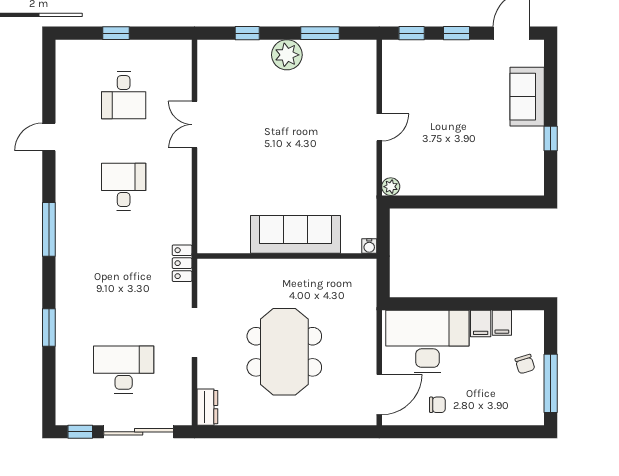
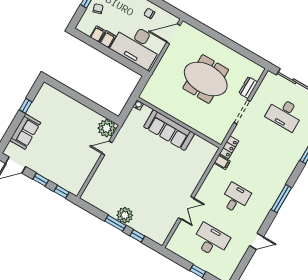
window: (320, 33) -> (115, 223), moved
desk: (124, 95) -> (211, 240), width x1.37
door: (379, 127) -> (107, 148), moved
desk: (124, 187) -> (236, 198), turned 180
plant: (391, 187) -> (107, 128), width x1.87, depth x1.87
filing cabinet: (179, 233) -> (222, 162), added
meeting table: (284, 352) -> (206, 79), turned 90
dresser: (207, 407) -> (248, 88), moved

